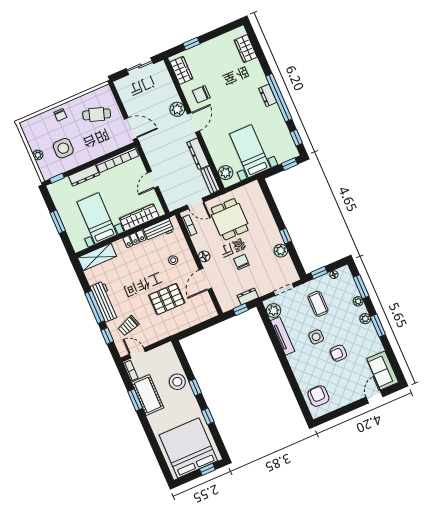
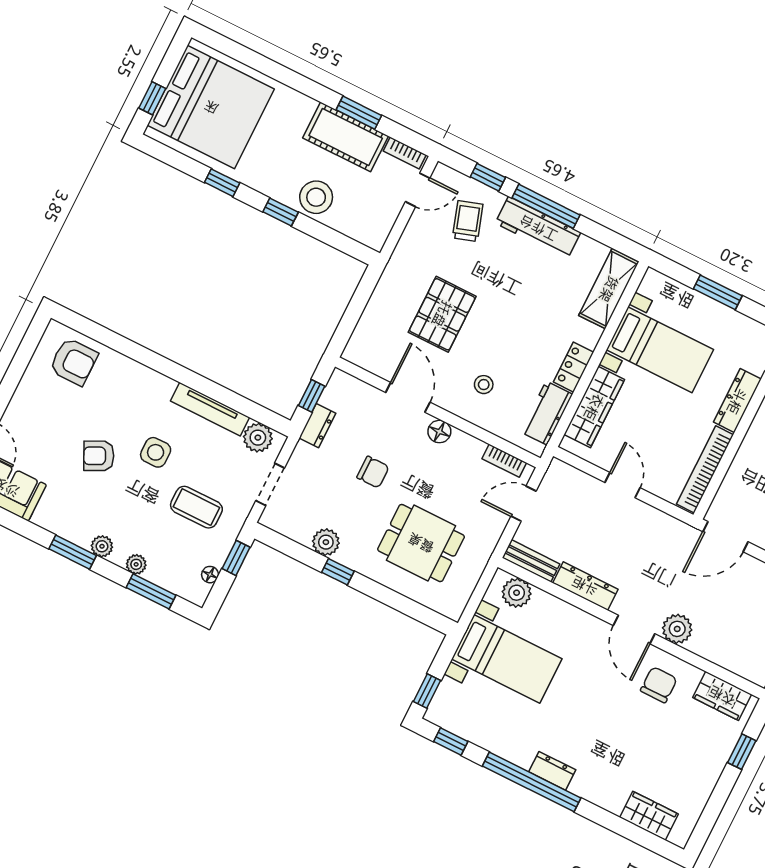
dining table: (230, 219) -> (421, 543), moved
armchair: (338, 353) -> (99, 456), turned -116

